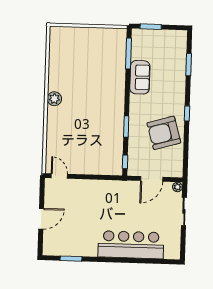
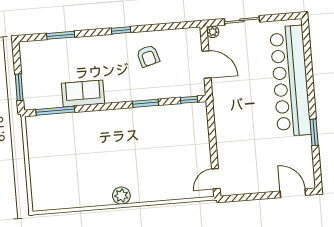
armchair: (164, 133) -> (148, 56), width x0.53, depth x0.53
door: (41, 219) -> (293, 193), moved
bar counter: (131, 245) -> (290, 81), width x1.36
window: (71, 259) -> (314, 132), moved

